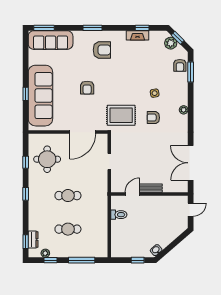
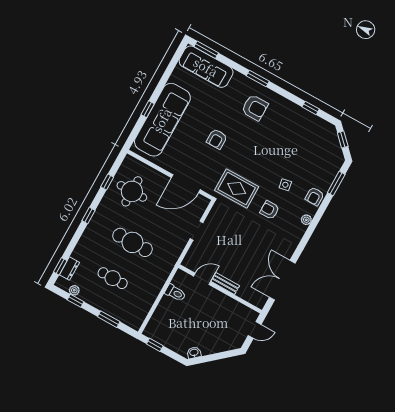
fireplace: (137, 35) -> (301, 113), removed
plant: (171, 43) -> (332, 141), removed
armchair: (180, 65) -> (315, 196), moved
cafe table: (68, 196) -> (132, 242), width x1.37, depth x1.35
window: (82, 260) -> (109, 319), width x0.69
window: (138, 260) -> (155, 345), moved

